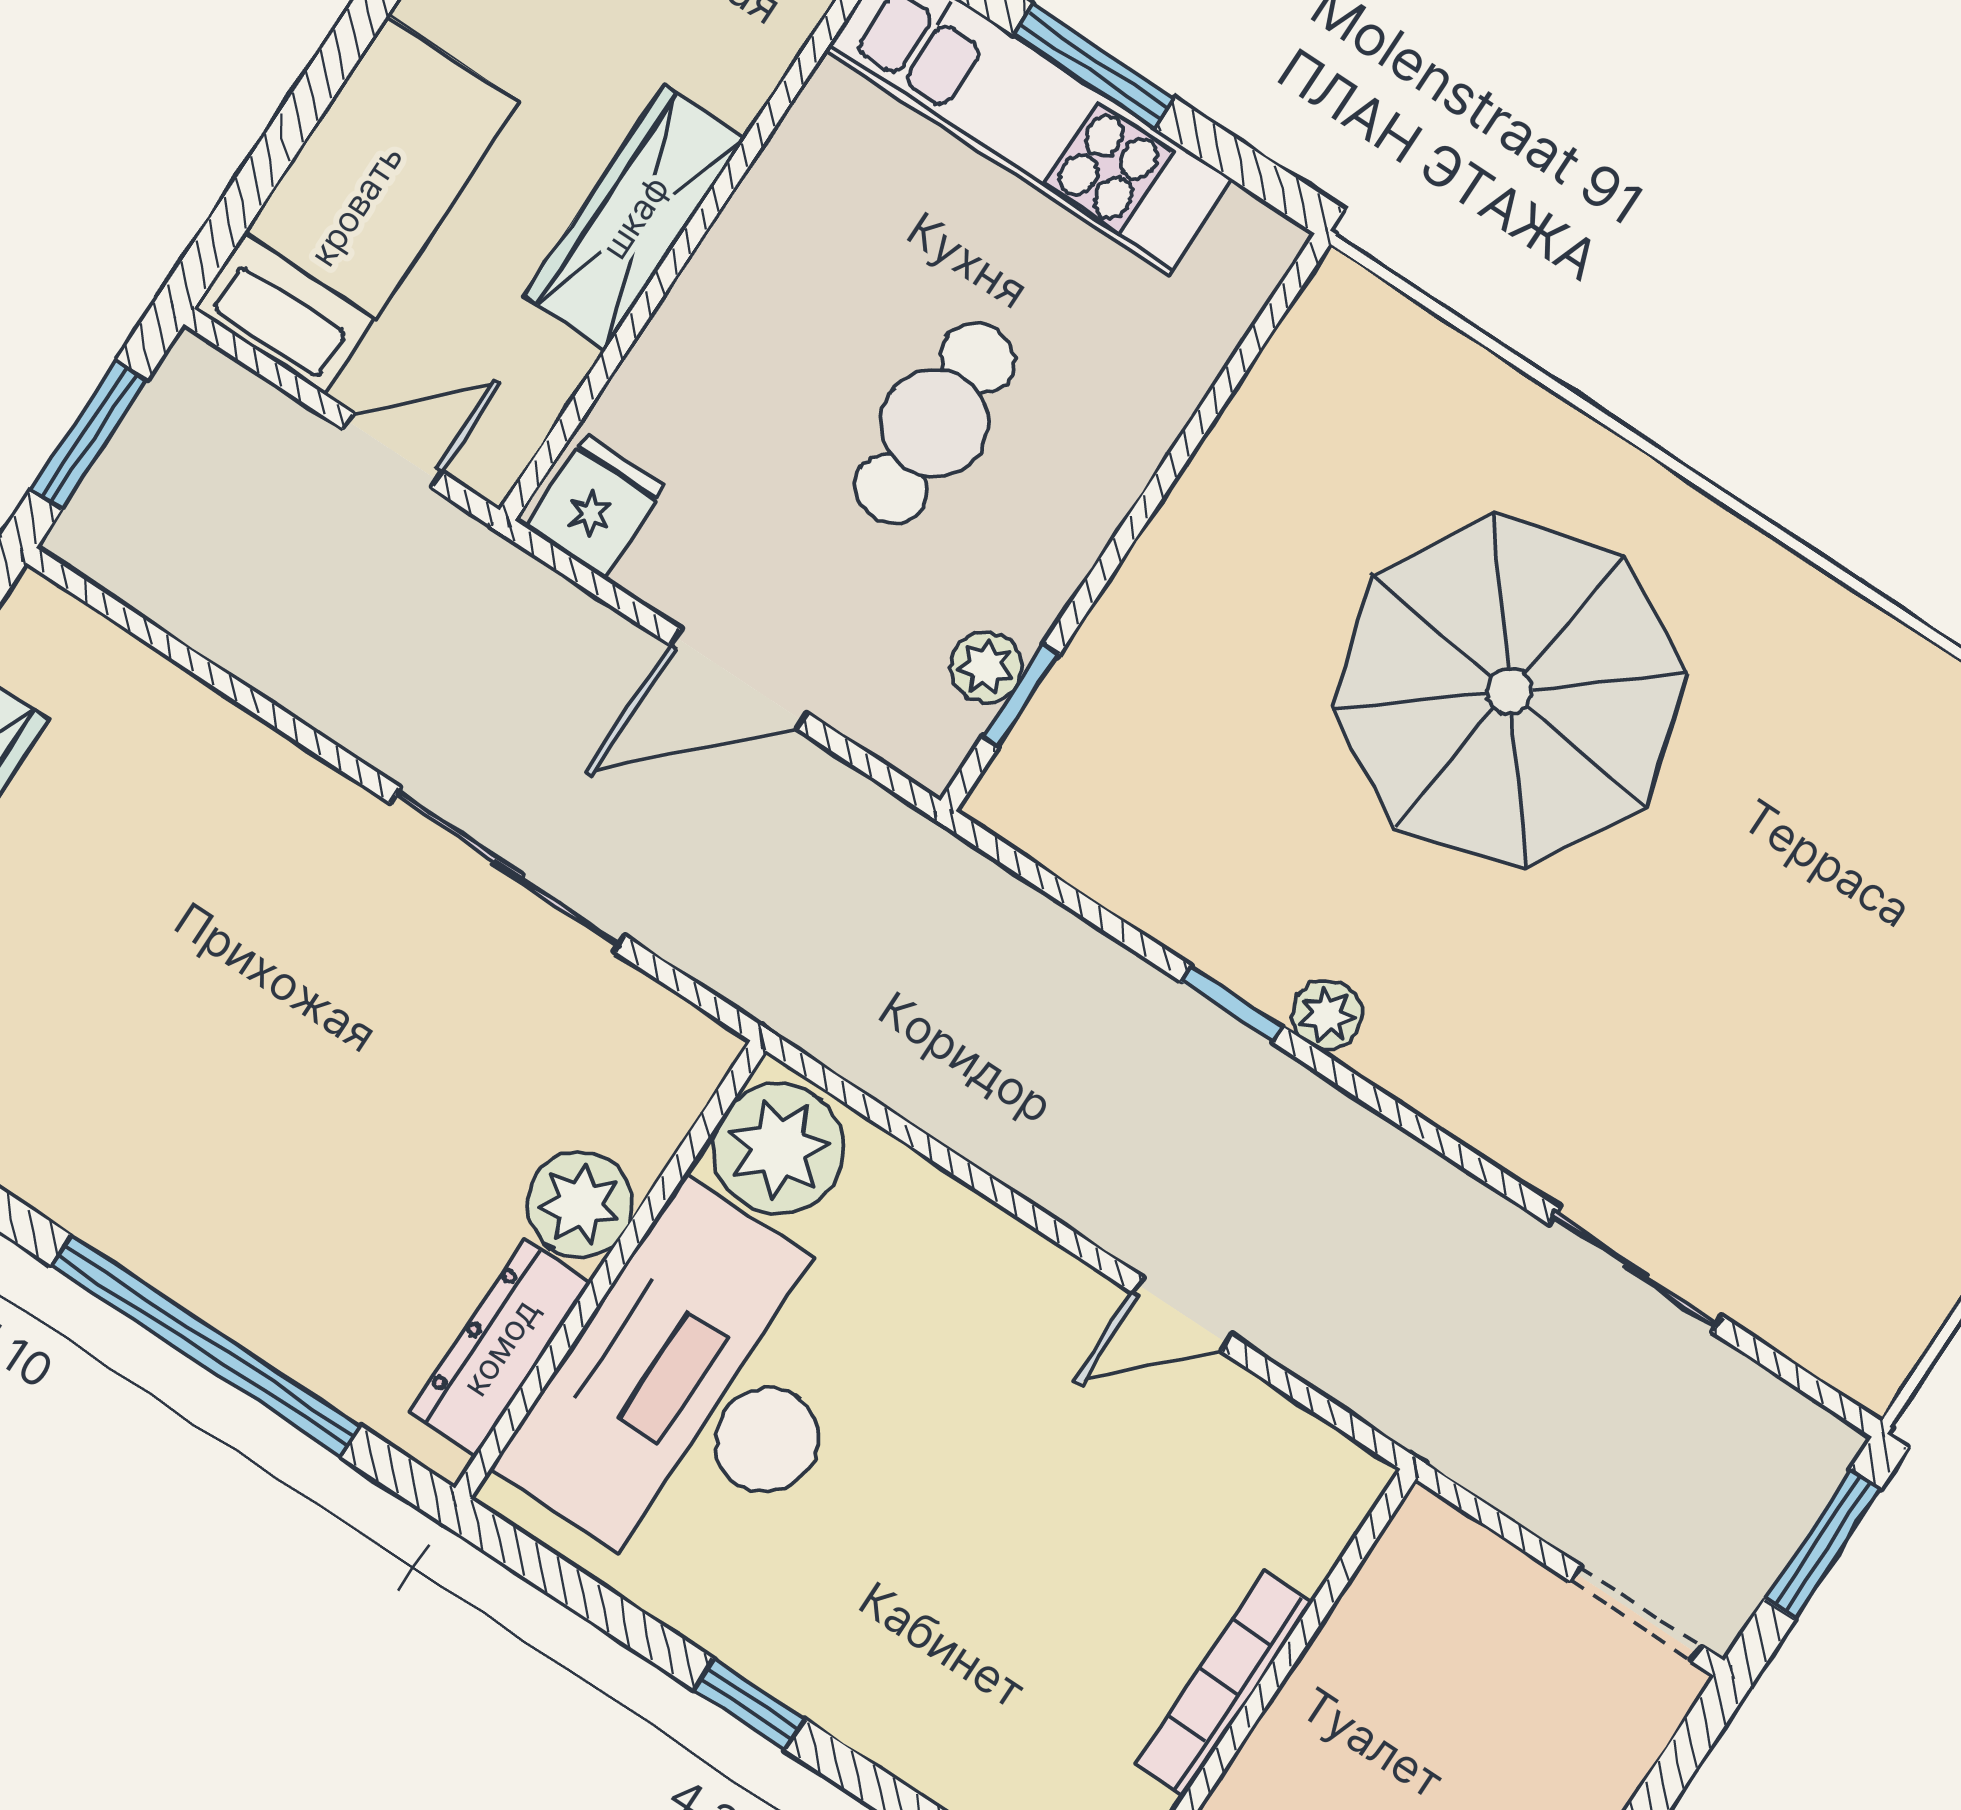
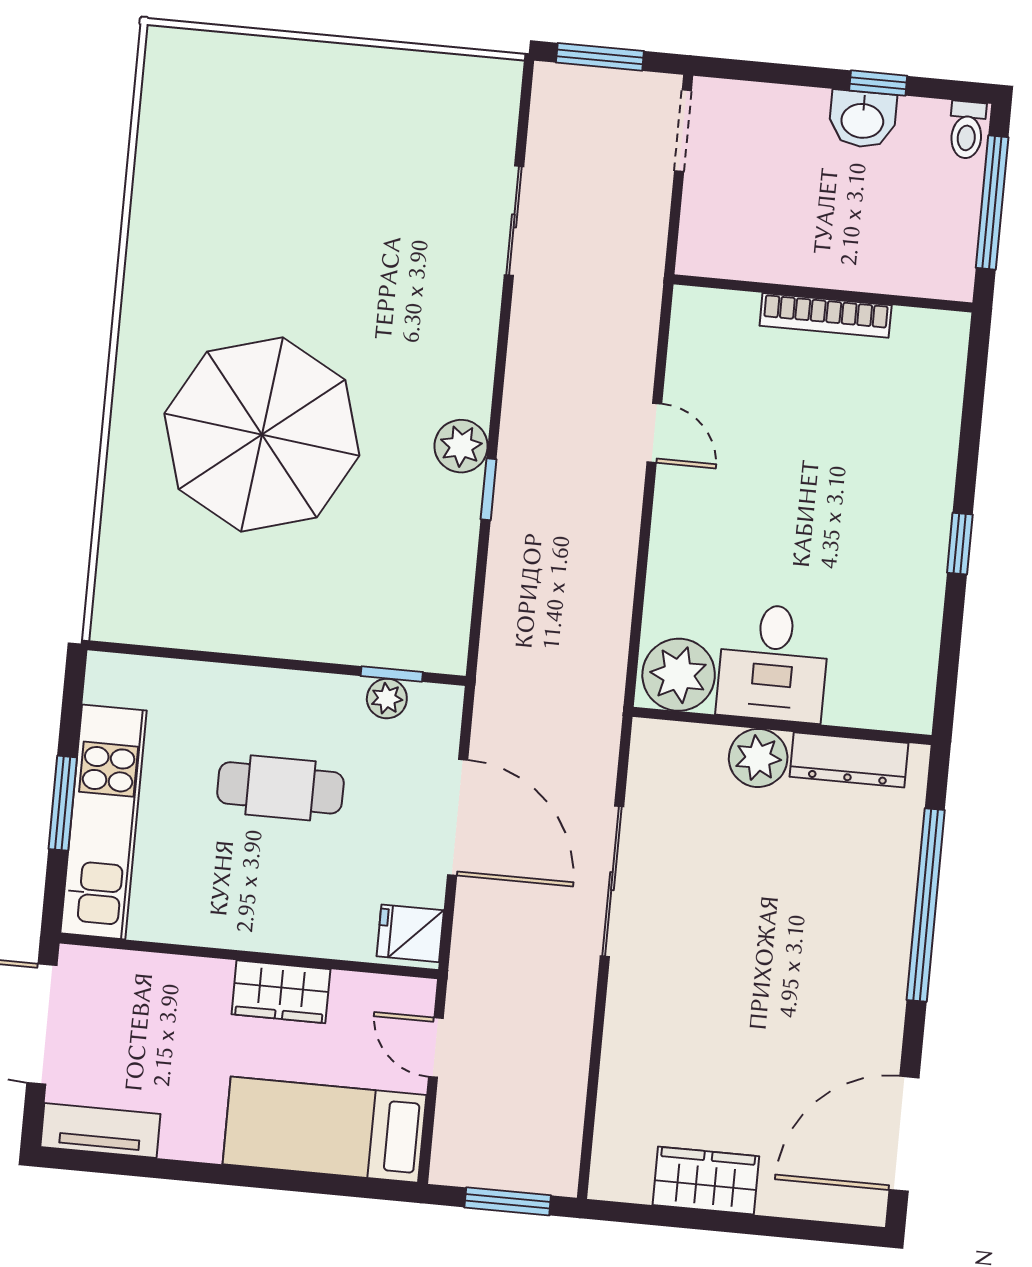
wardrobe: (635, 217) -> (281, 992), width x0.67
door: (739, 679) -> (458, 817), width x1.36
plant: (1327, 1015) -> (461, 446), width x1.38, depth x1.38
desk: (698, 1394) -> (773, 663), width x0.53, depth x0.77

